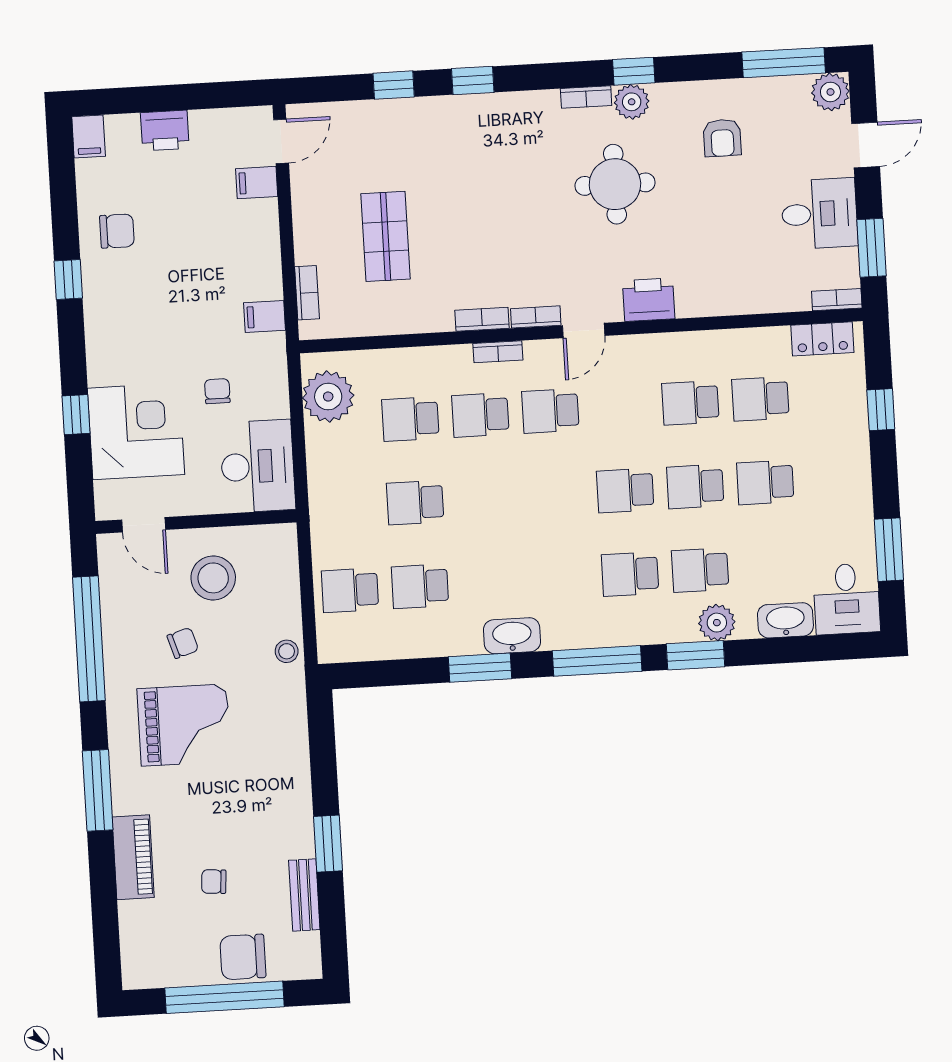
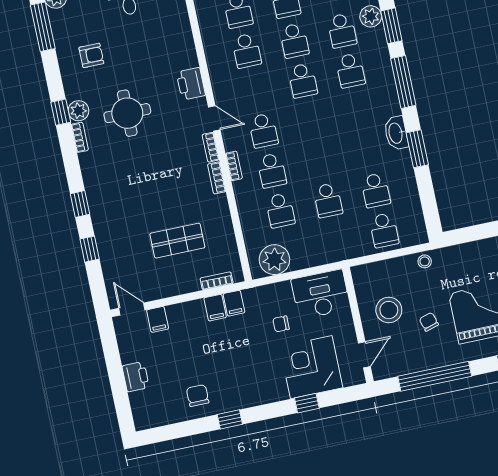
filing cabinet: (89, 136) -> (215, 308), moved, turned 90

